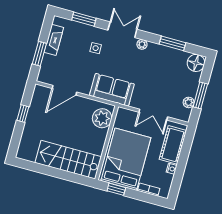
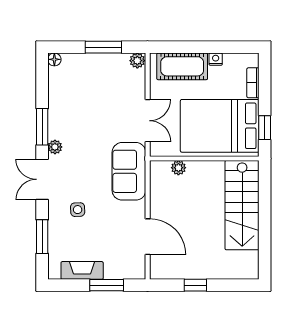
window: (172, 43) -> (42, 127), moved
floor lamp: (196, 63) -> (54, 59), width x0.53, depth x0.53
plant: (189, 102) -> (137, 61), moved
double door: (153, 115) -> (148, 121), moved
plant: (102, 118) -> (178, 168), width x0.53, depth x0.53

